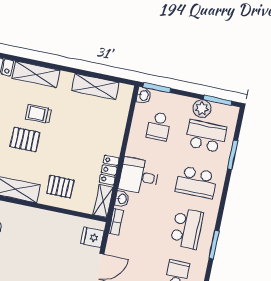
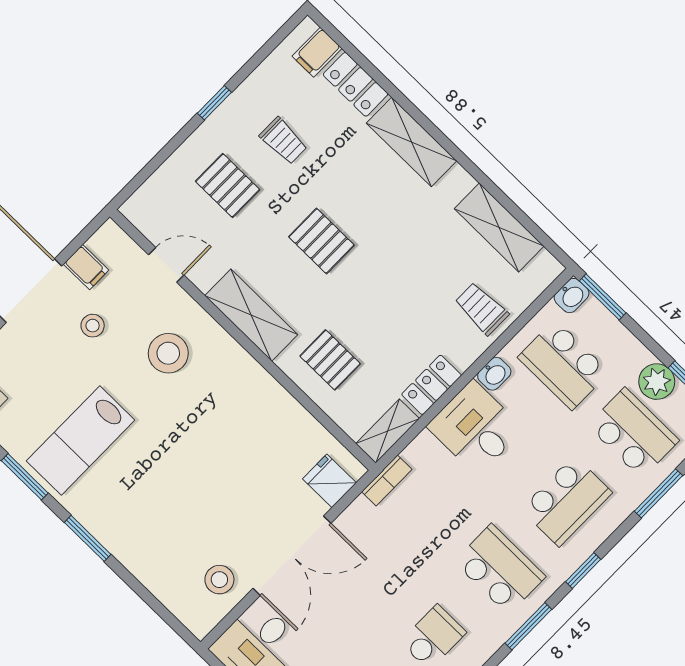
trolley: (38, 114) -> (482, 309), moved
school desk: (159, 126) -> (564, 365), width x1.85
school desk: (196, 182) -> (567, 501), turned -90
washbasin: (122, 199) -> (494, 374), moved
window: (222, 207) -> (583, 570), added
school desk: (187, 228) -> (500, 569), turned -90

